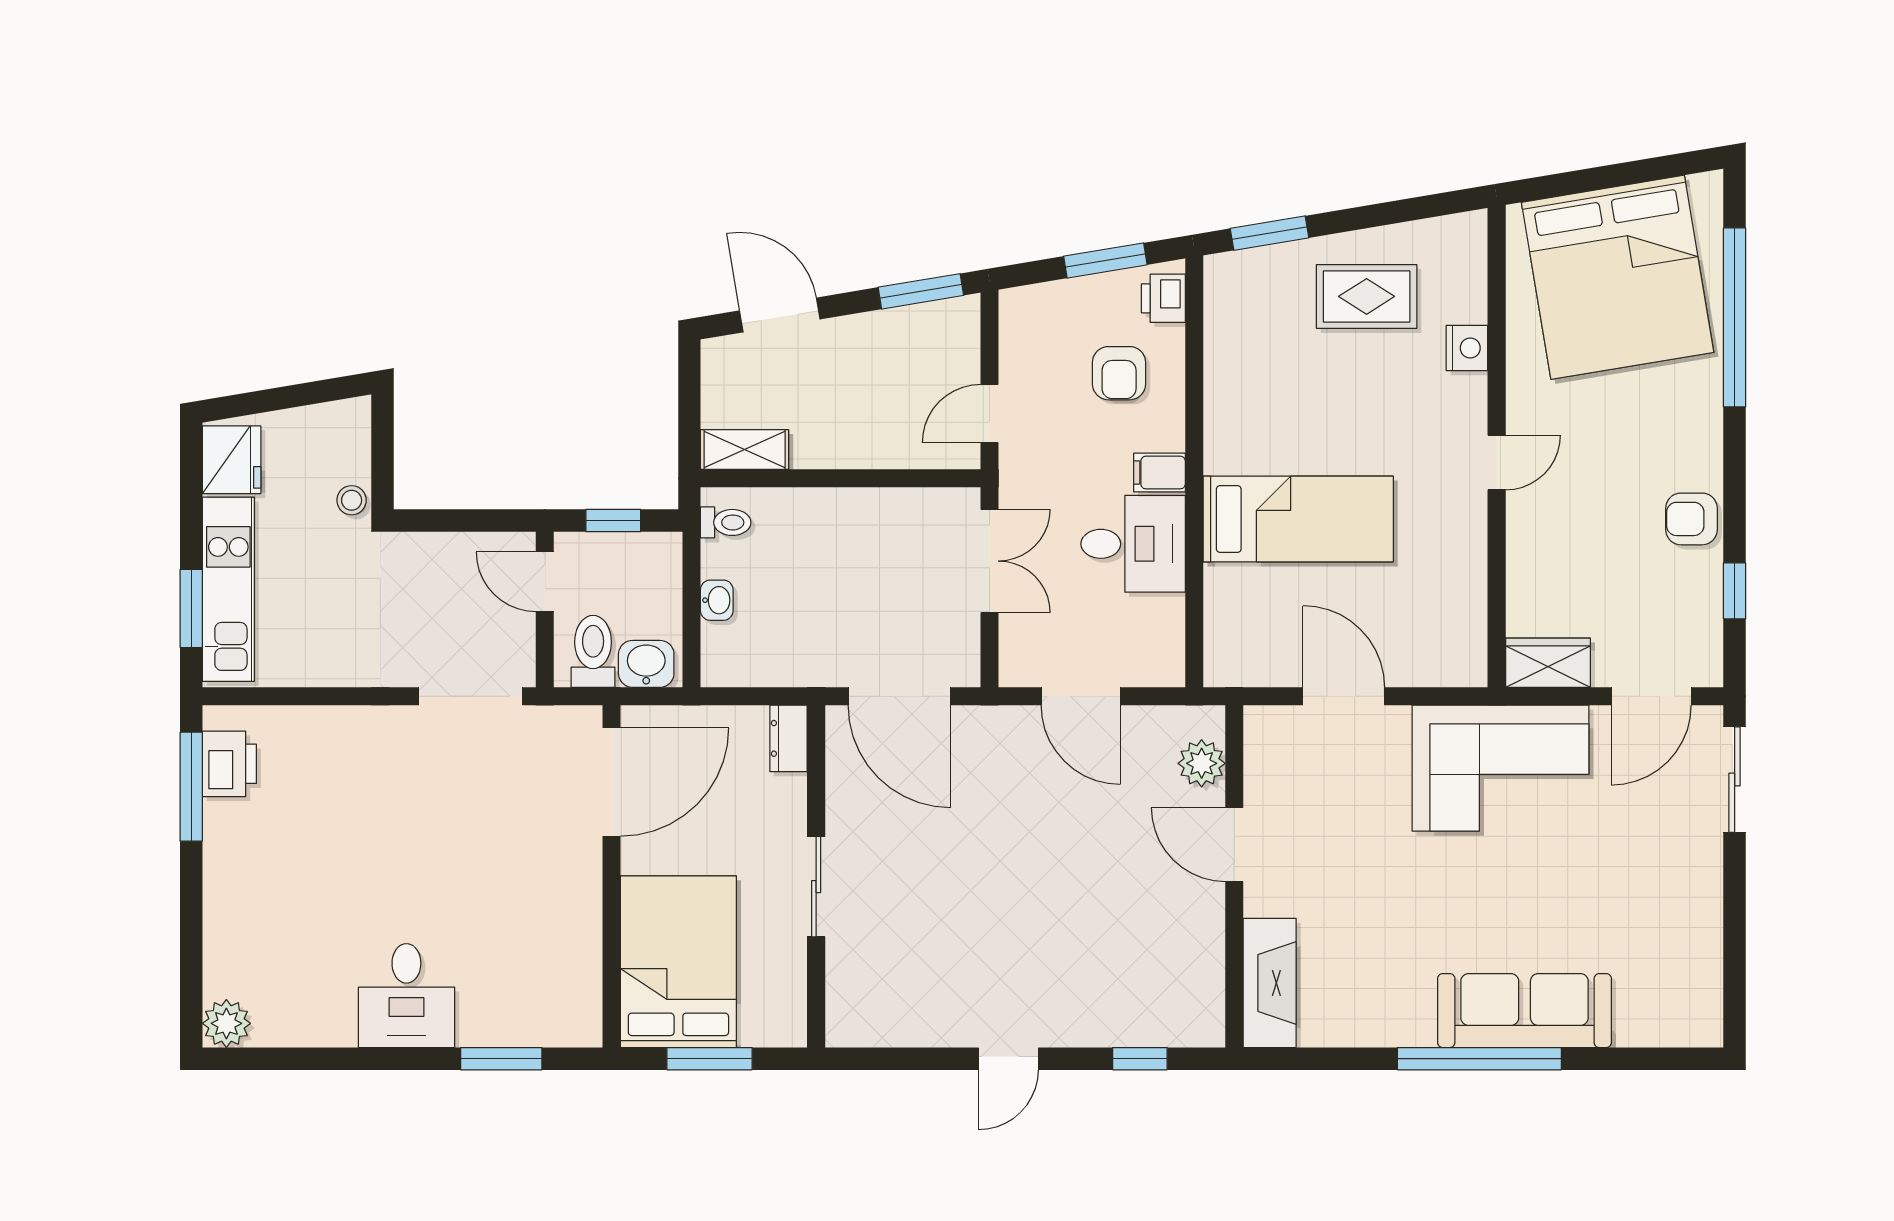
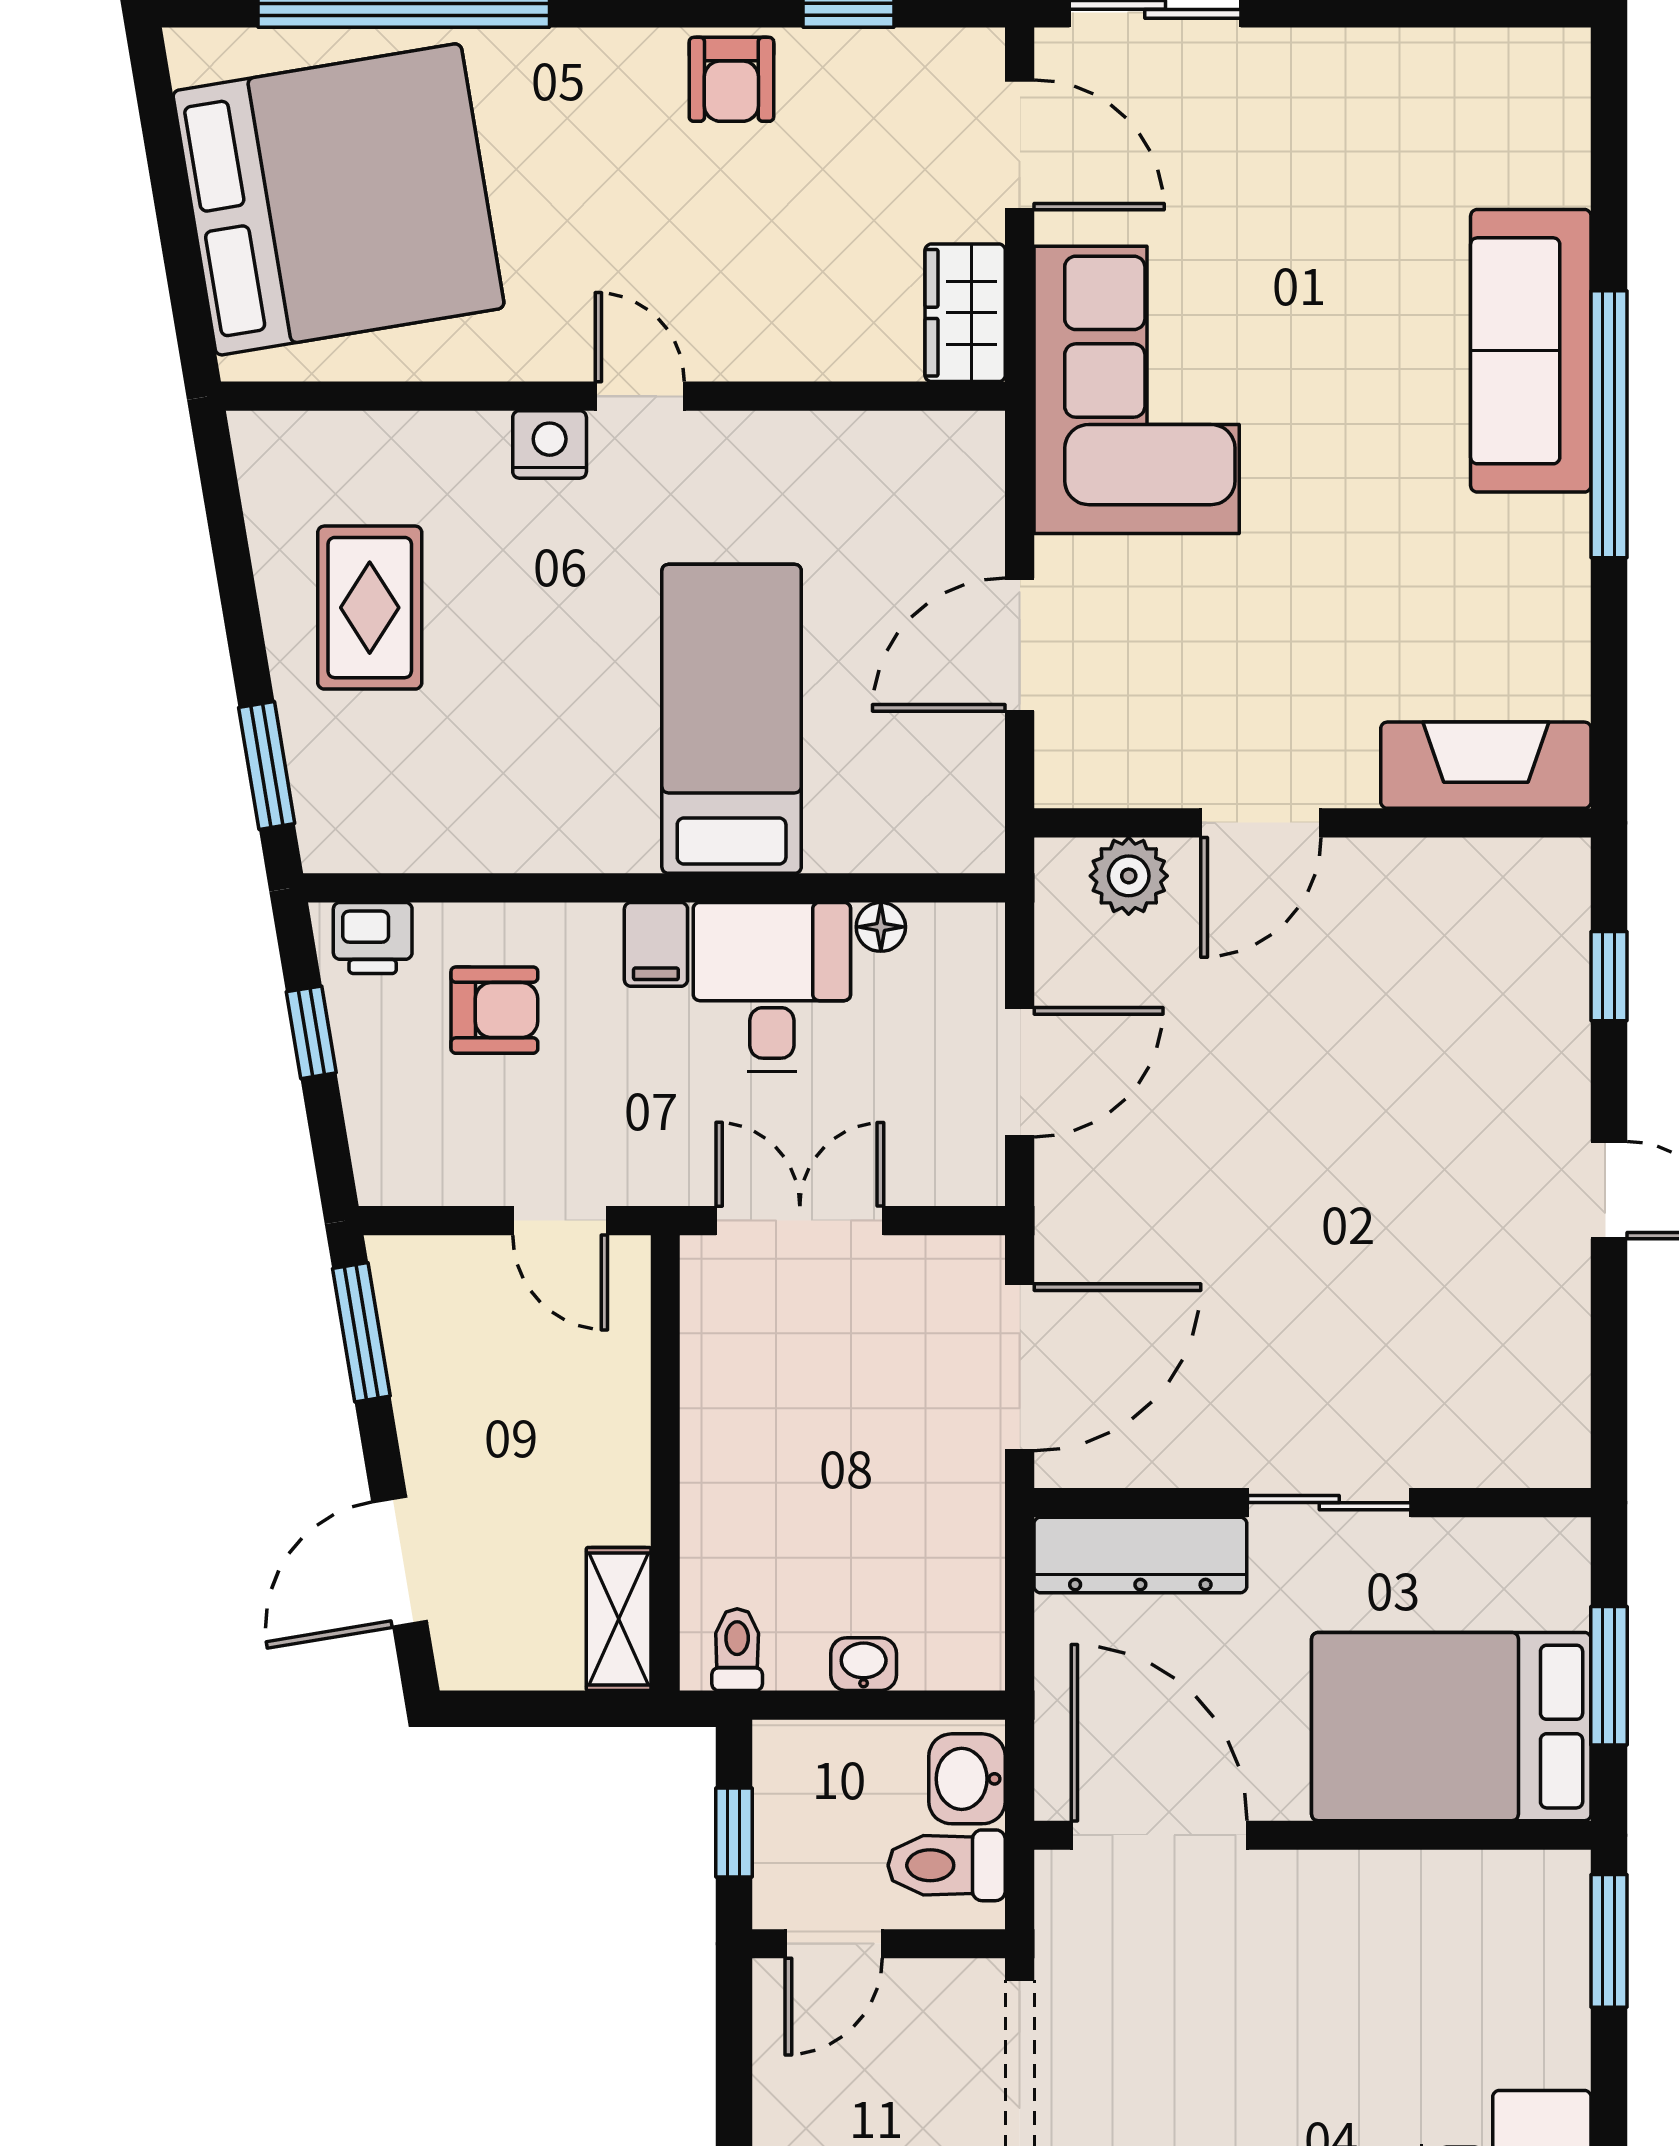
window: (1105, 261) -> (311, 1032), width x0.67
nightstand: (1467, 348) -> (550, 444), moved
floor lamp: (1170, 611) -> (881, 927), added
dresser: (789, 738) -> (1140, 1555), width x1.96, depth x1.24
window: (501, 1059) -> (1609, 1941), moved

